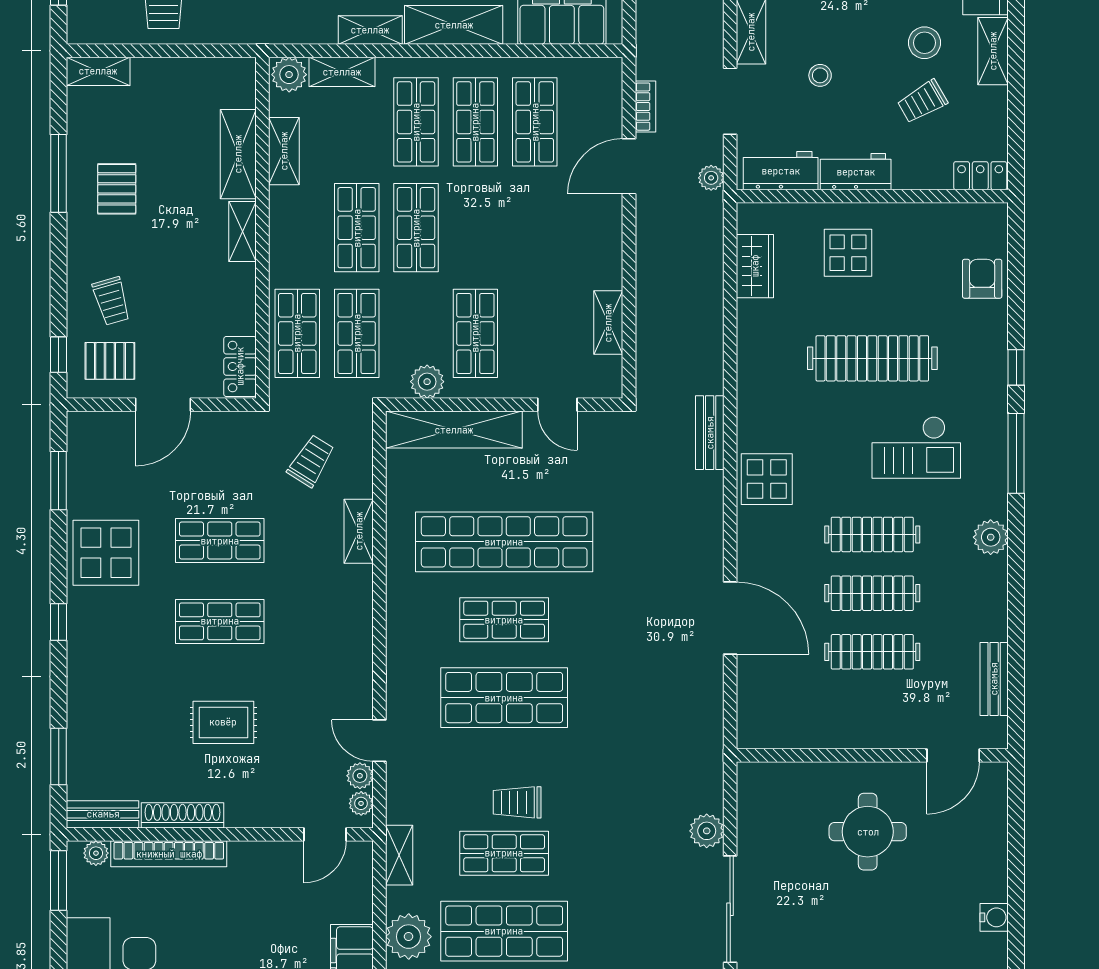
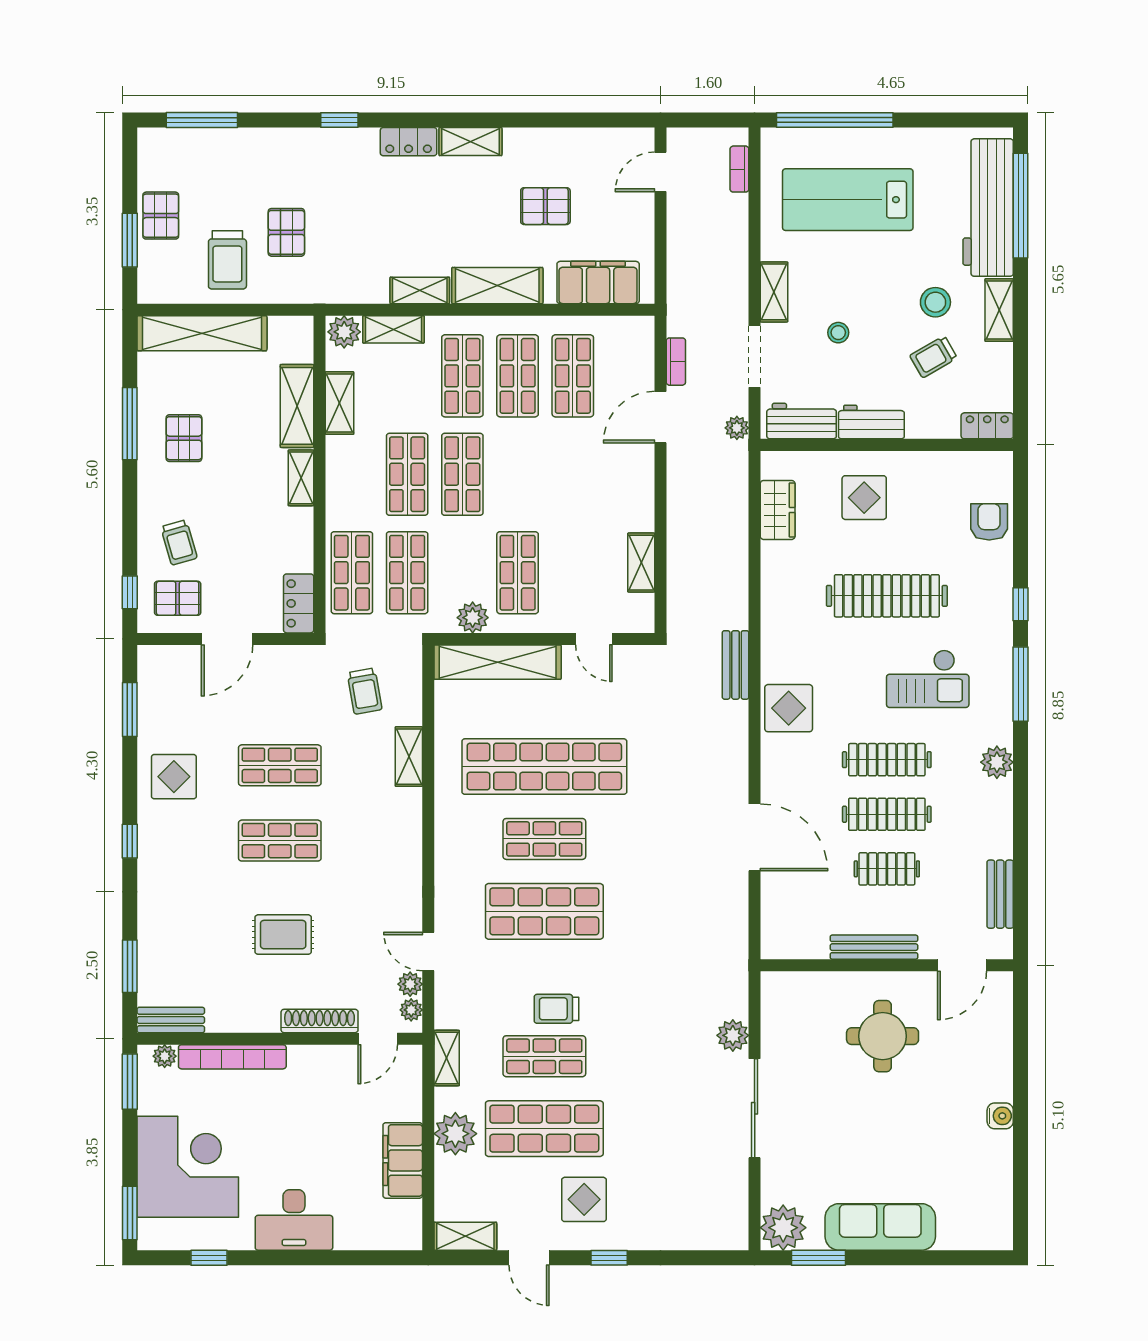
shelving: (98, 71) -> (202, 333), width x2.20, depth x1.33
trolley: (311, 461) -> (365, 691), turned 138
display table: (106, 553) -> (174, 777), width x0.73, depth x0.73
clothes rail: (872, 652) -> (887, 869), width x0.73
bench: (858, 736) -> (874, 947), added
shoe rack: (183, 815) -> (320, 1021), moved

